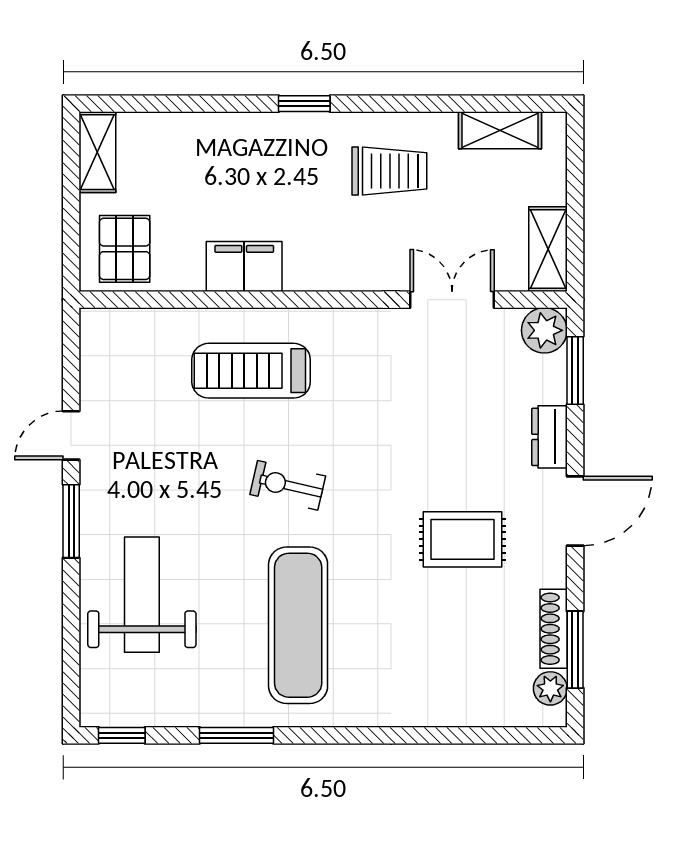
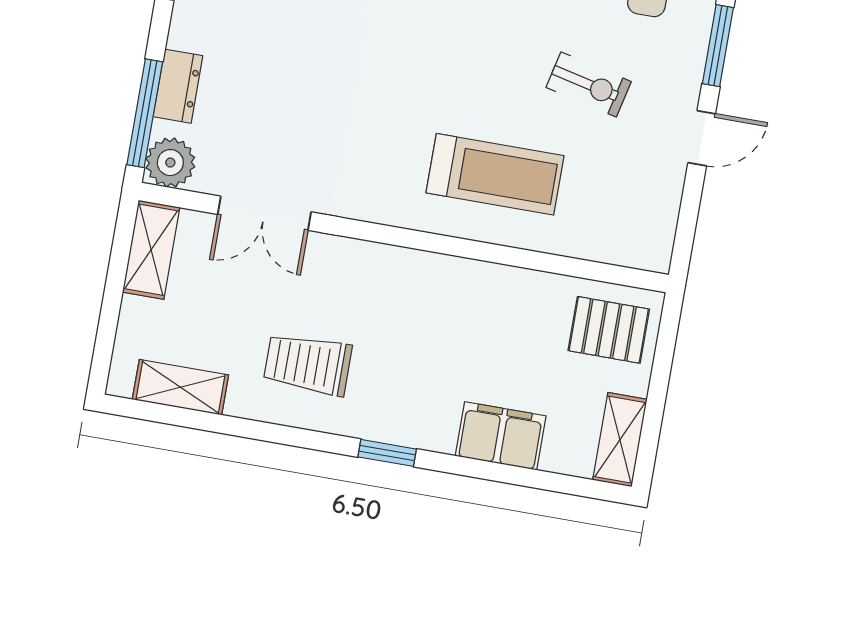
pallet: (125, 249) -> (609, 330), turned 90
filing cabinet: (244, 266) -> (501, 436), moved, turned 180
window: (575, 371) -> (145, 113), width x1.44
dresser: (549, 437) -> (178, 86), moved
exercise bike: (288, 485) -> (589, 84), moved

